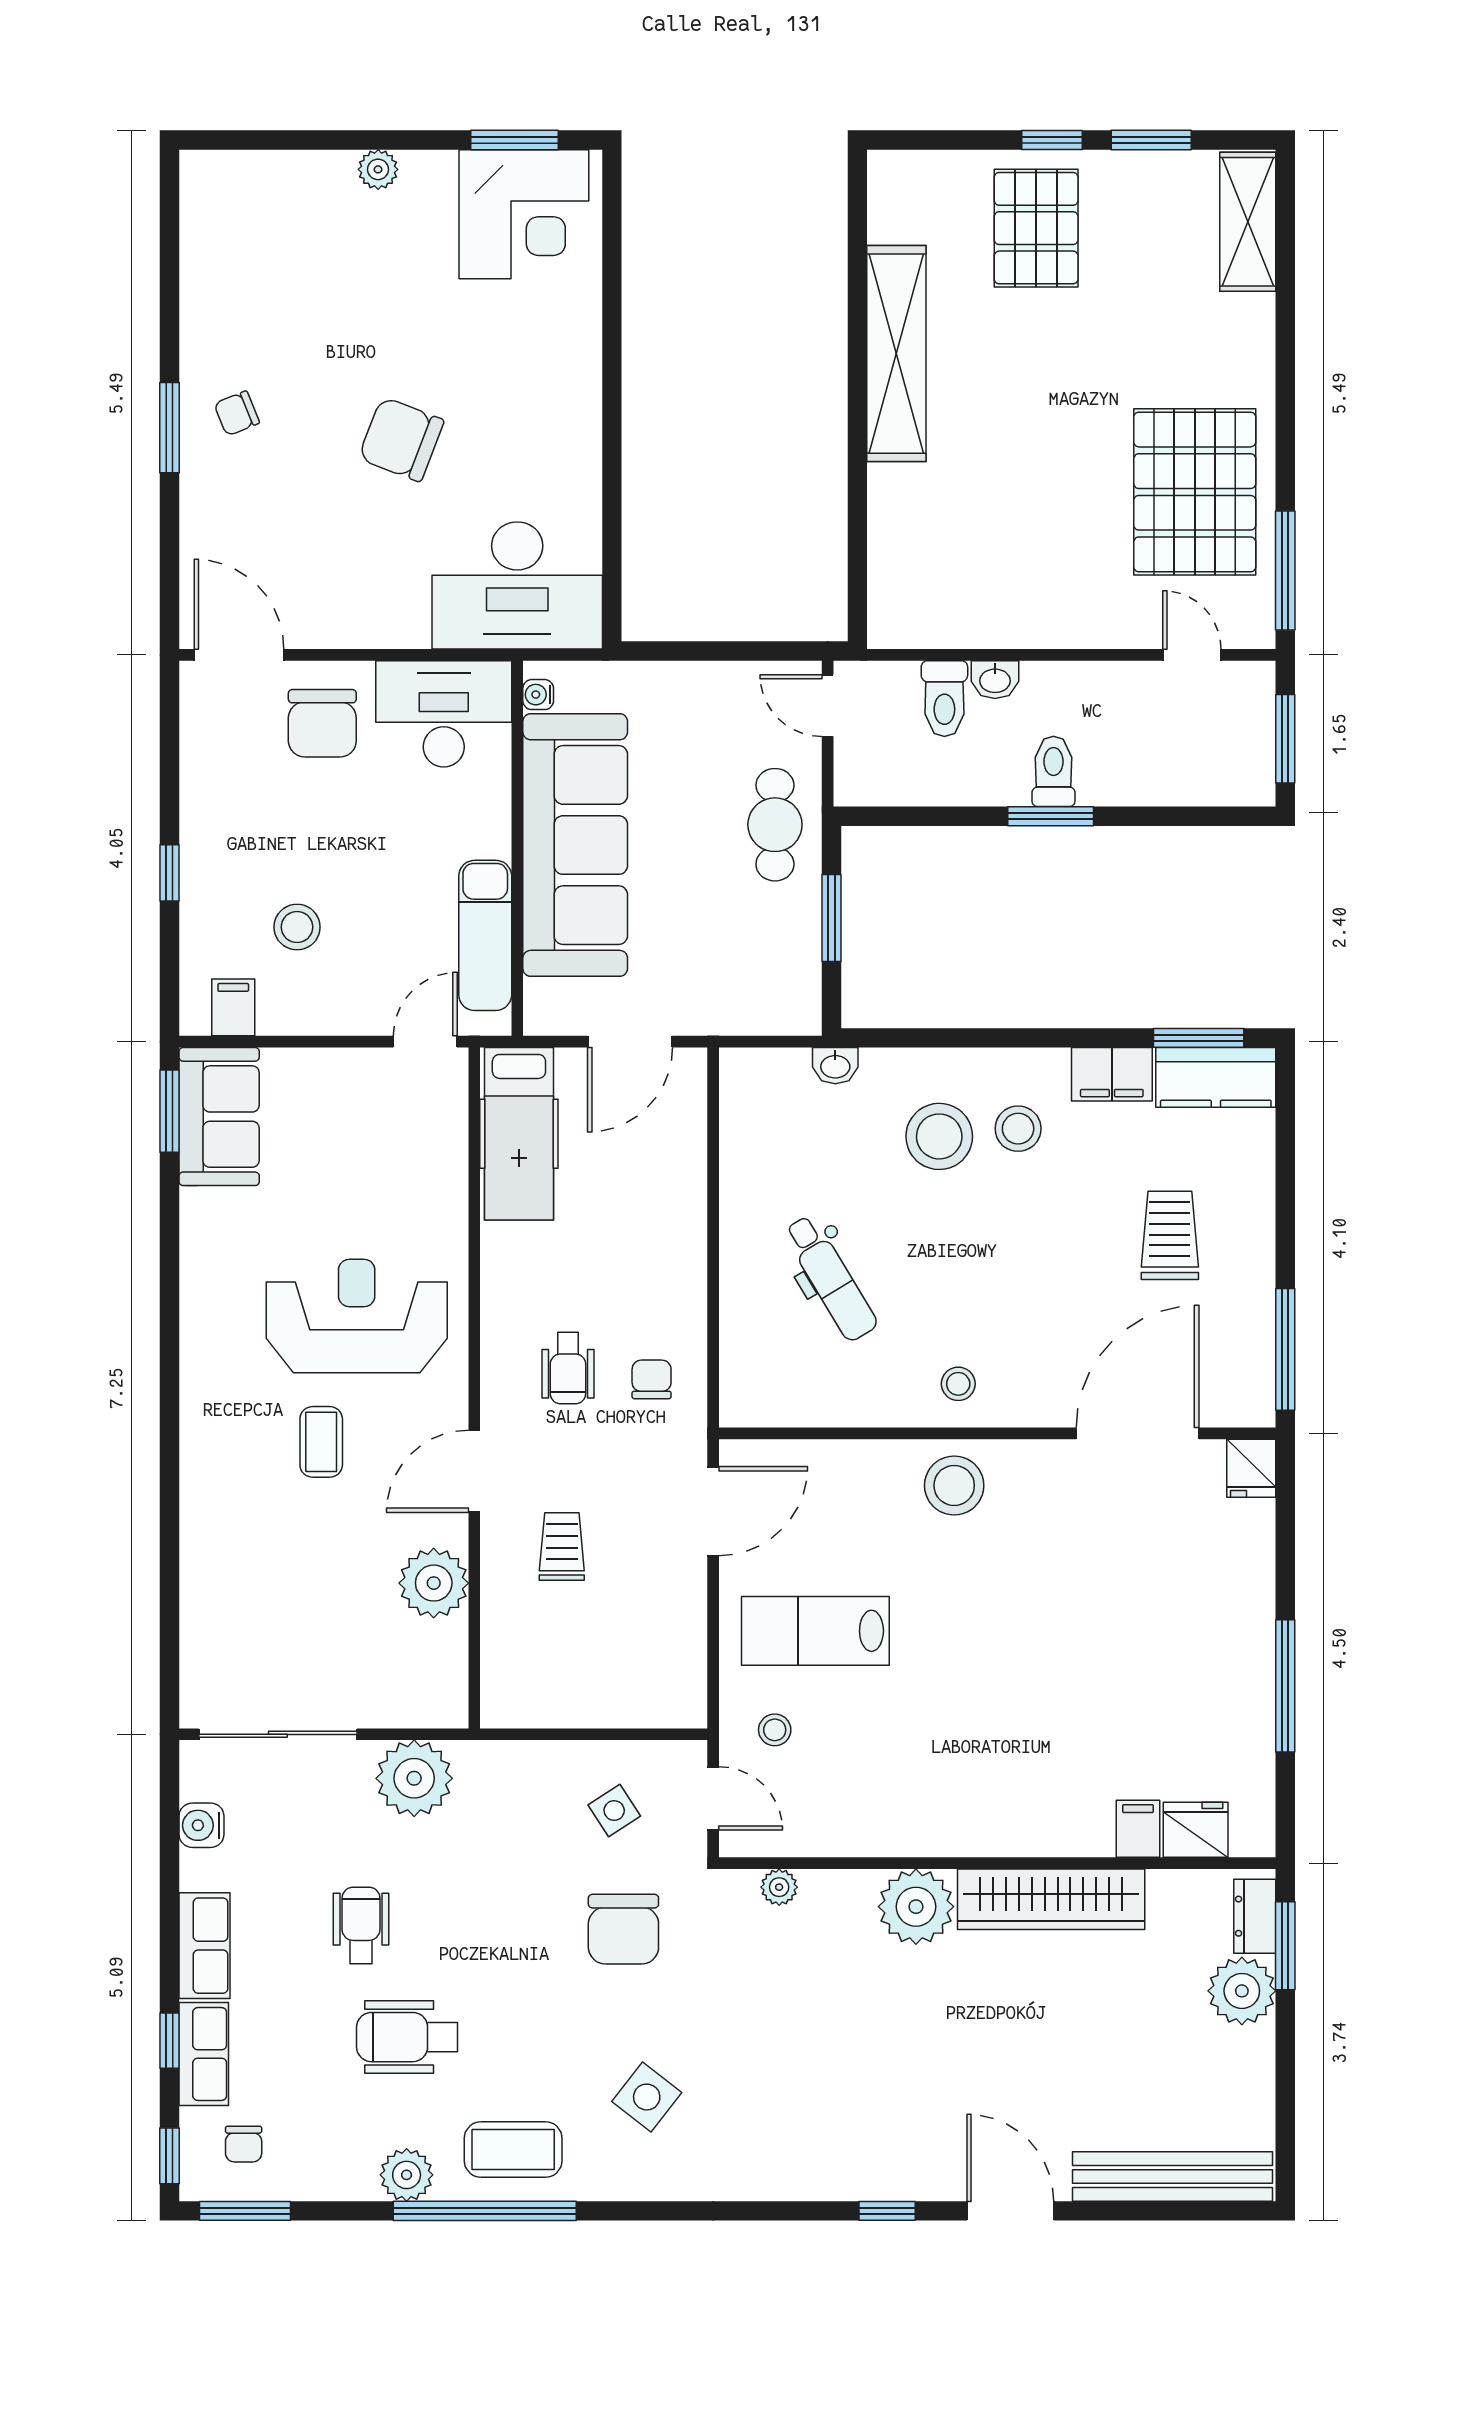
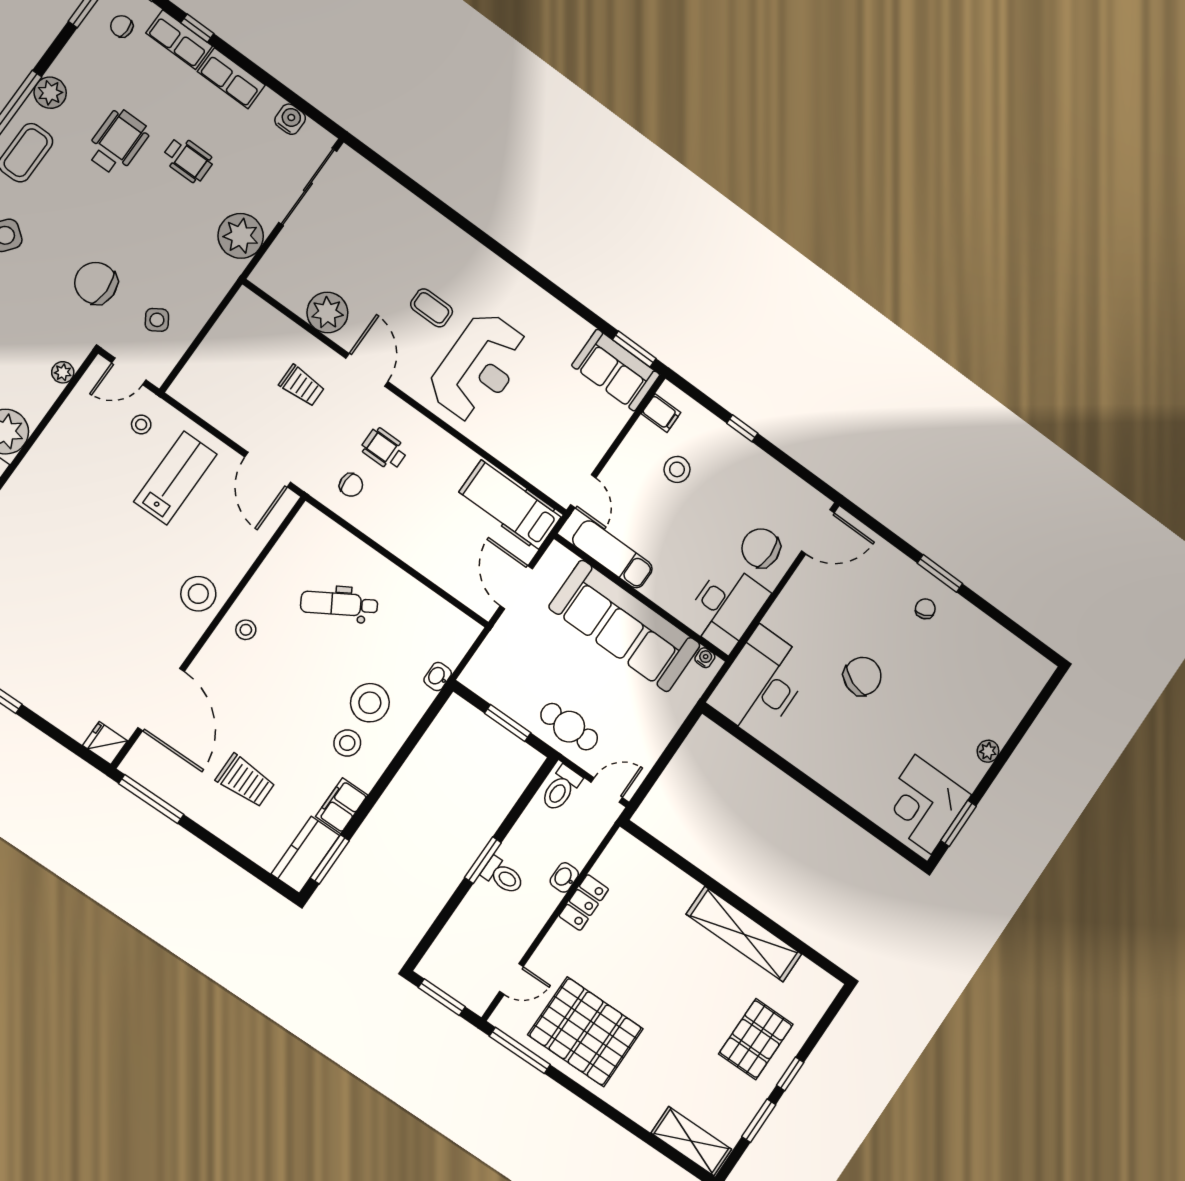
pallet: (1036, 228) -> (756, 1039), turned 90
locker: (1011, 625) -> (584, 903), added
toilet: (944, 699) -> (561, 789), moved, turned -90

